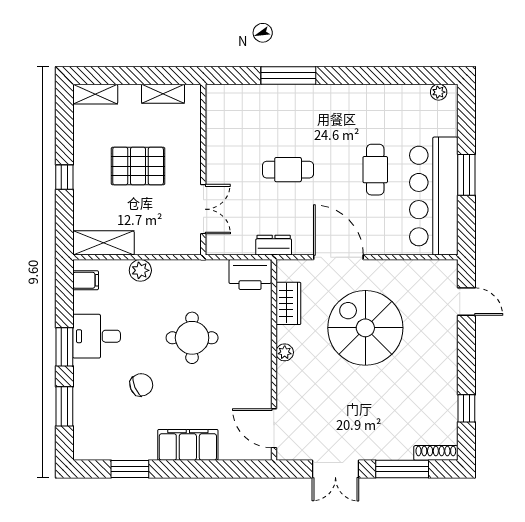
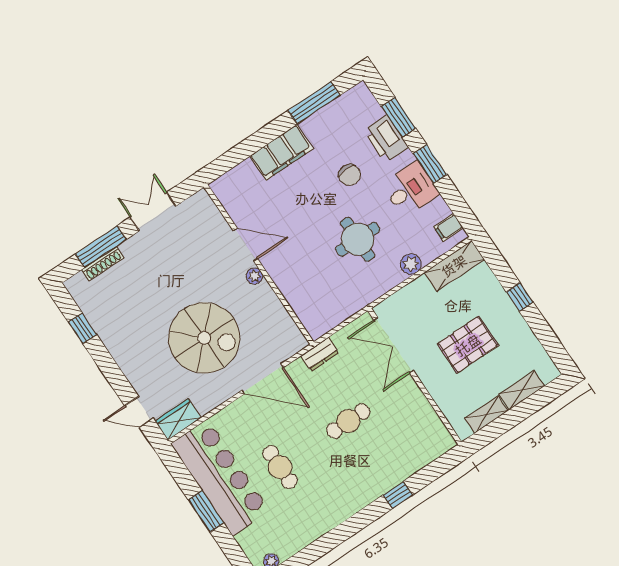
window: (288, 76) -> (398, 495), width x0.46
shelving: (95, 94) -> (522, 390), moved
double door: (203, 209) -> (394, 345), width x1.37
printer: (250, 275) -> (386, 139), moved, turned -90
wardrobe: (288, 303) -> (178, 419), moved, turned 90
round table: (192, 338) -> (358, 239), moved
chair: (141, 385) -> (350, 175), turned -66
door: (274, 428) -> (245, 245), moved
shoe rack: (436, 453) -> (103, 264), moved
window: (130, 469) -> (314, 103), width x1.44

